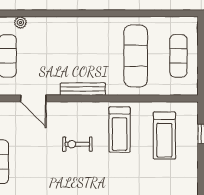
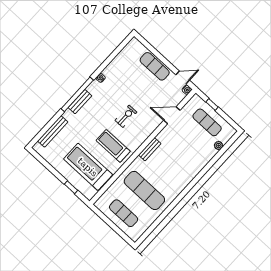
bench: (83, 89) -> (150, 149), width x0.73
treadmill: (164, 136) -> (88, 167), width x1.37, depth x1.38

